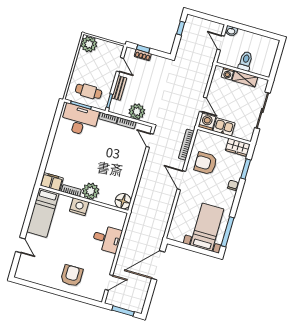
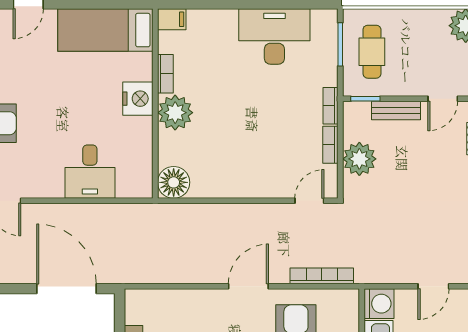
door: (203, 105) -> (433, 286), moved
desk: (80, 120) -> (274, 36), moved, turned -90
filing cabinet: (52, 182) -> (172, 19), width x0.50

